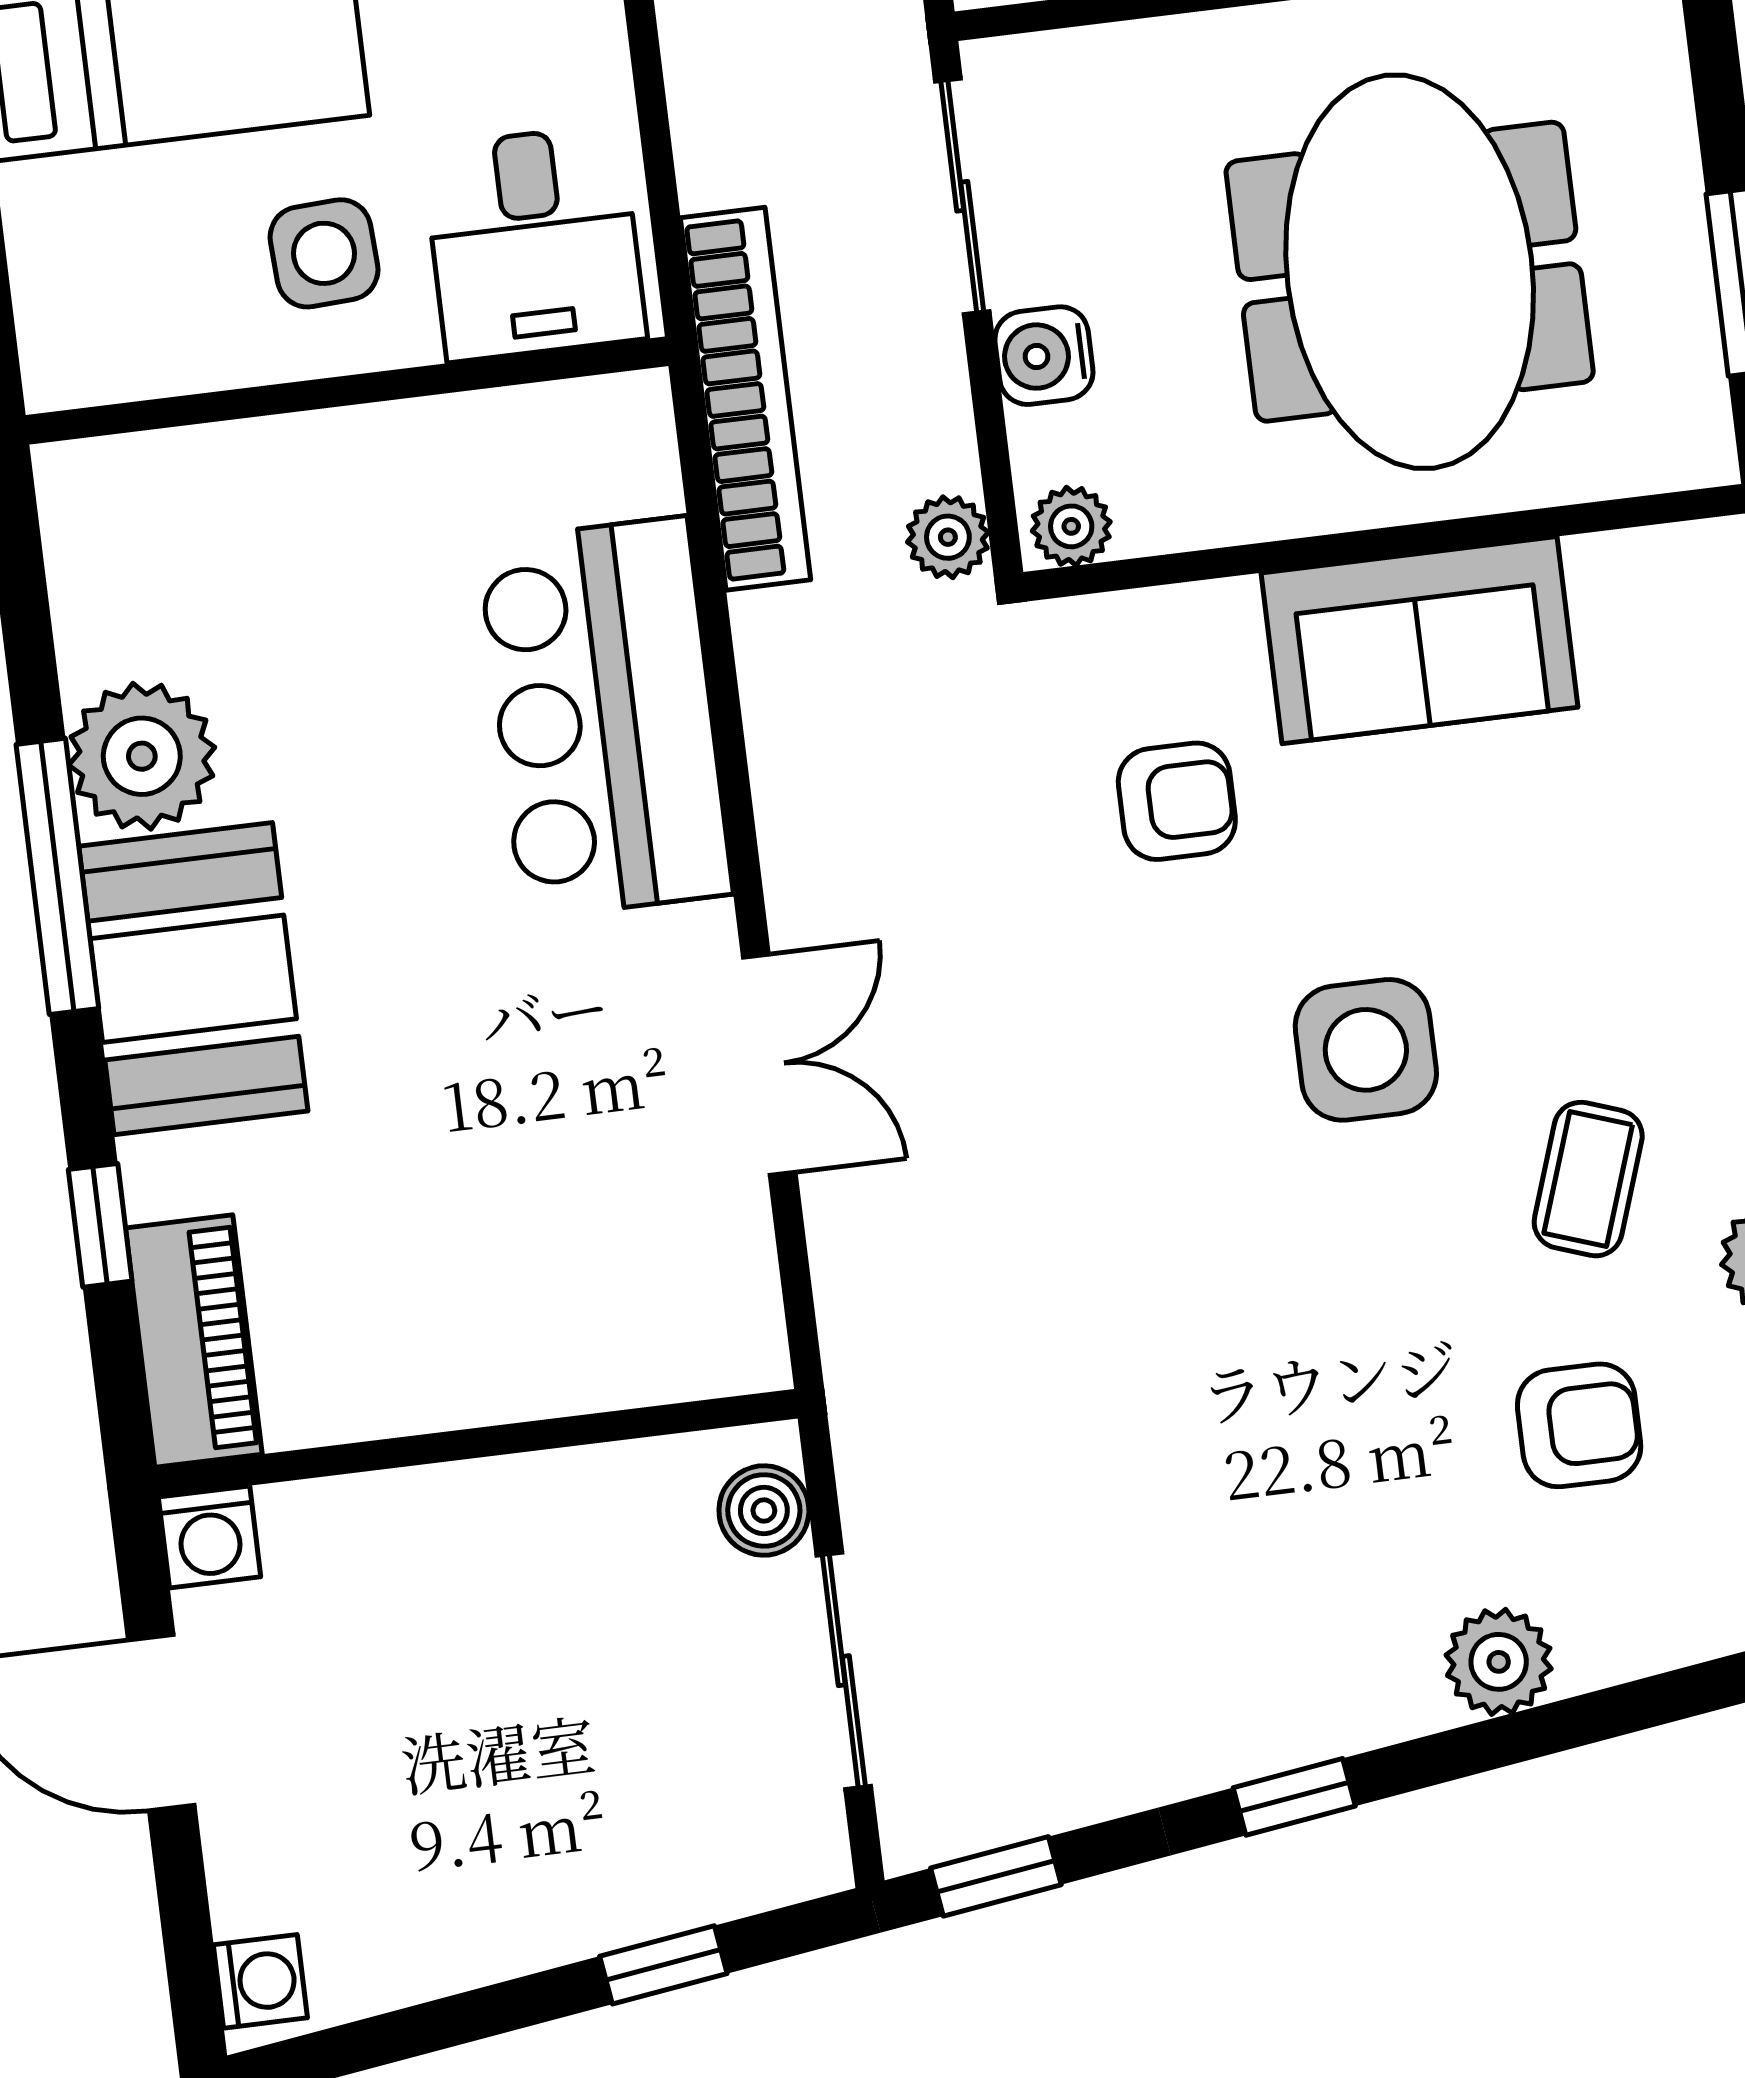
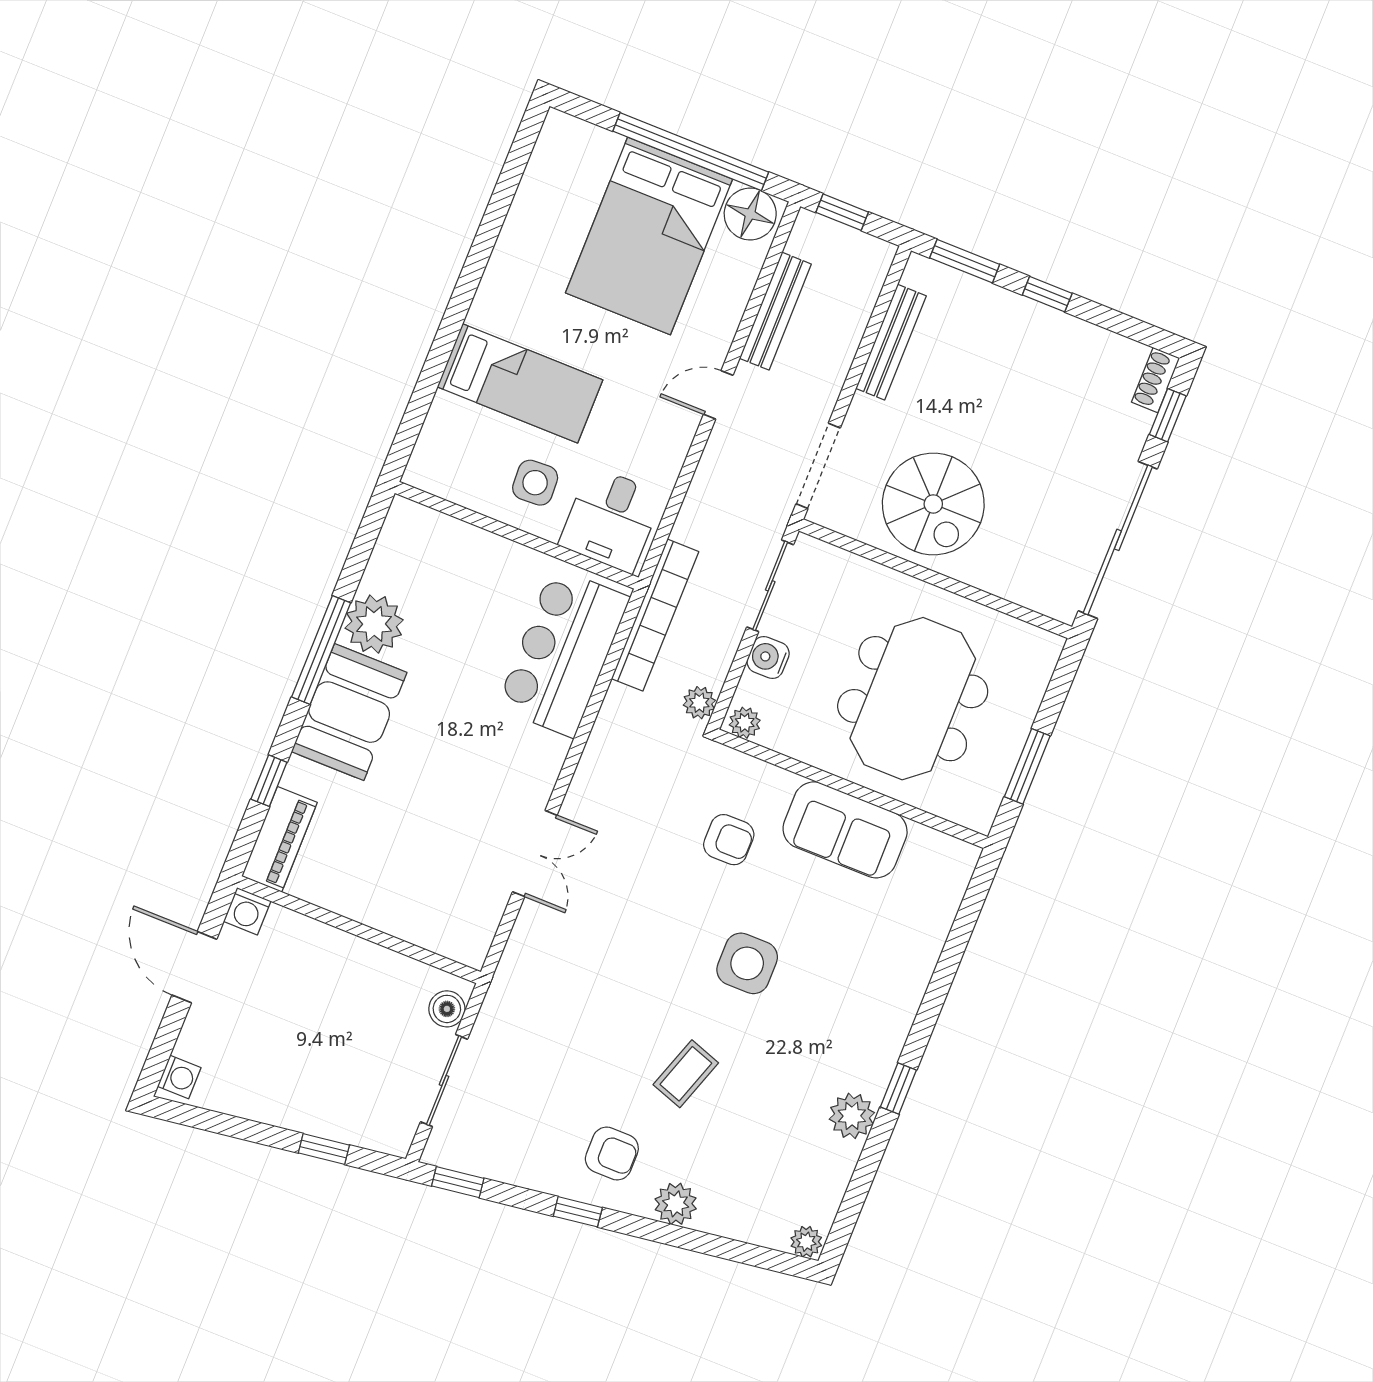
bar counter: (605, 718) -> (563, 652), moved
coffee table: (1588, 1179) -> (686, 1074), moved
armchair: (1579, 1425) -> (612, 1154), moved

